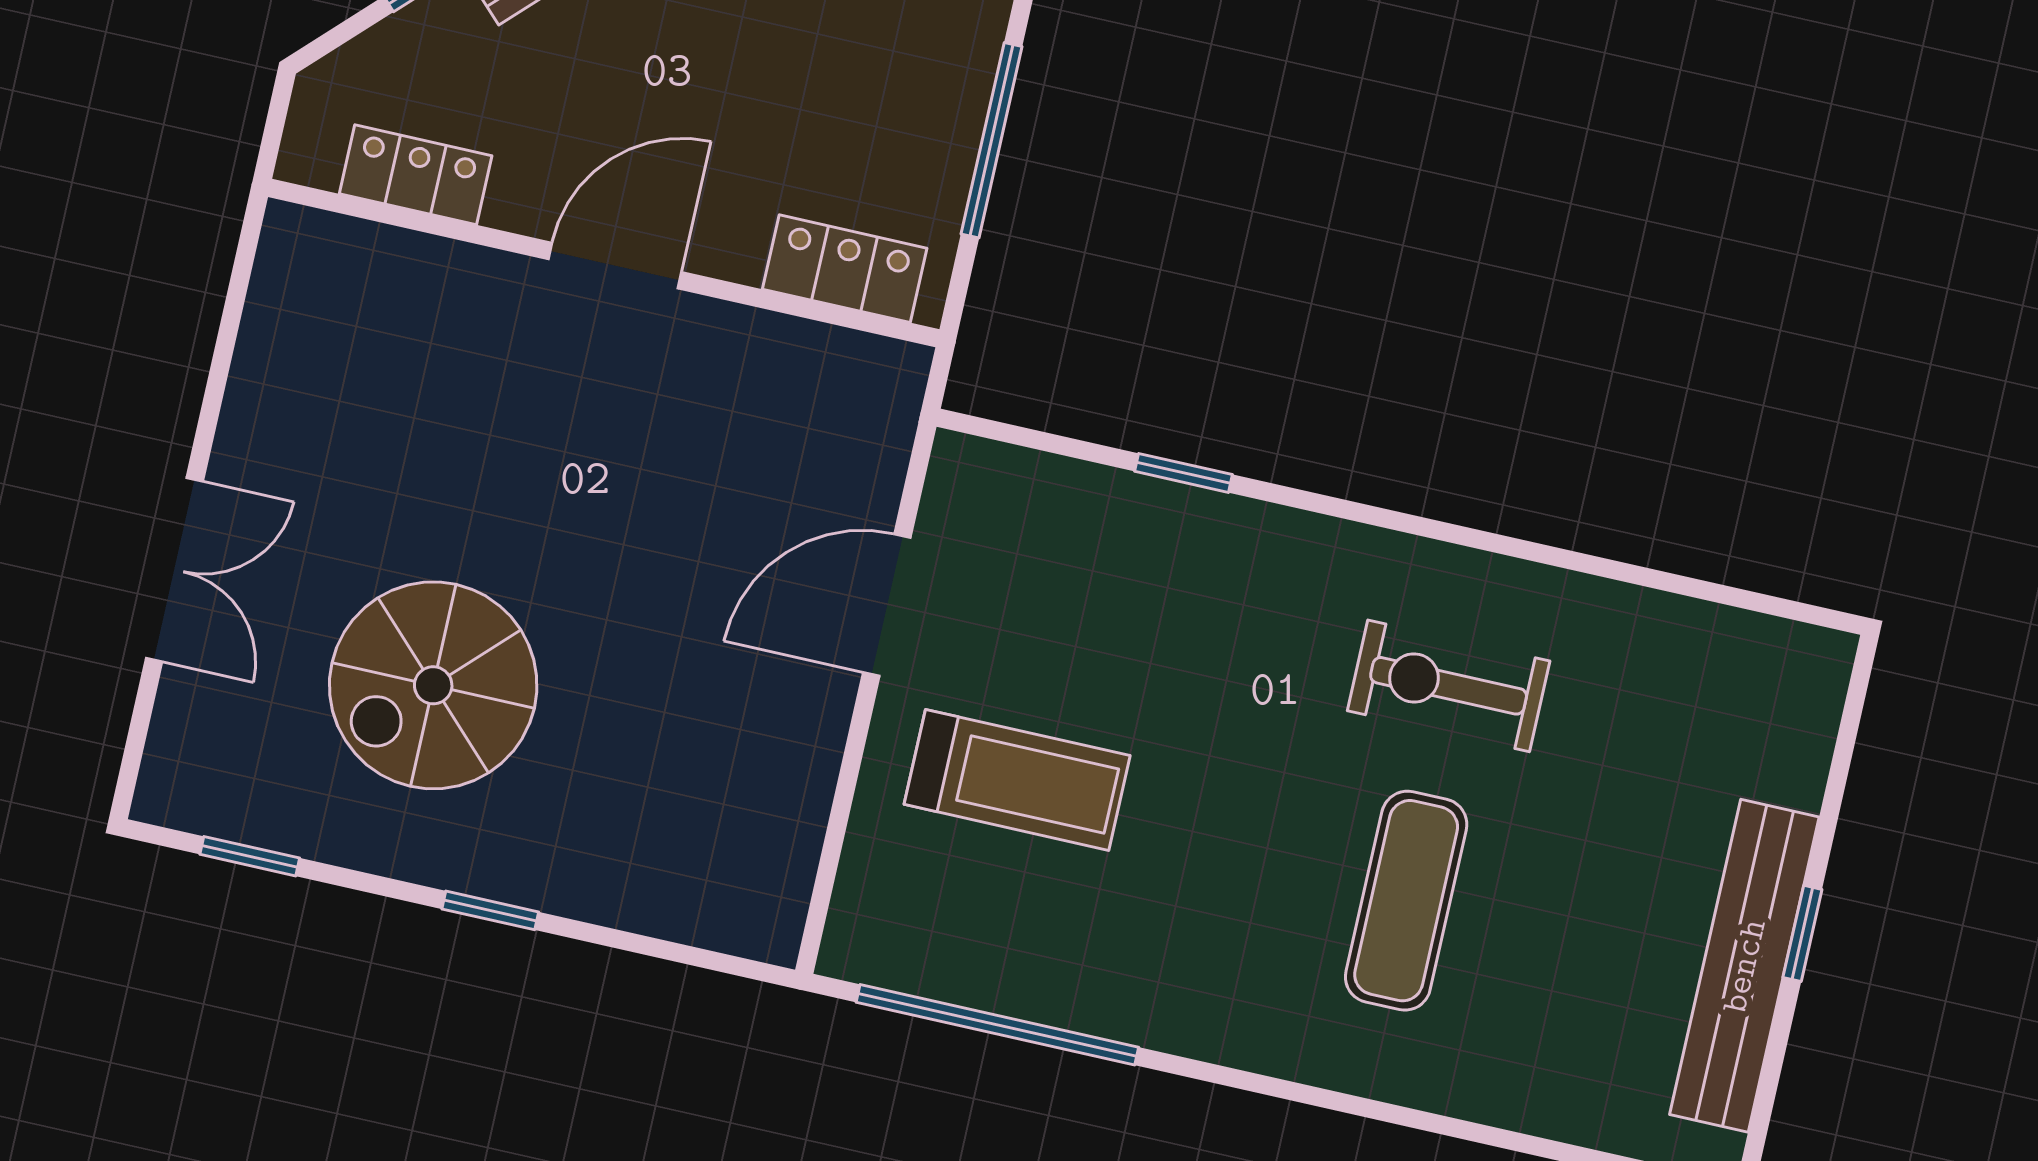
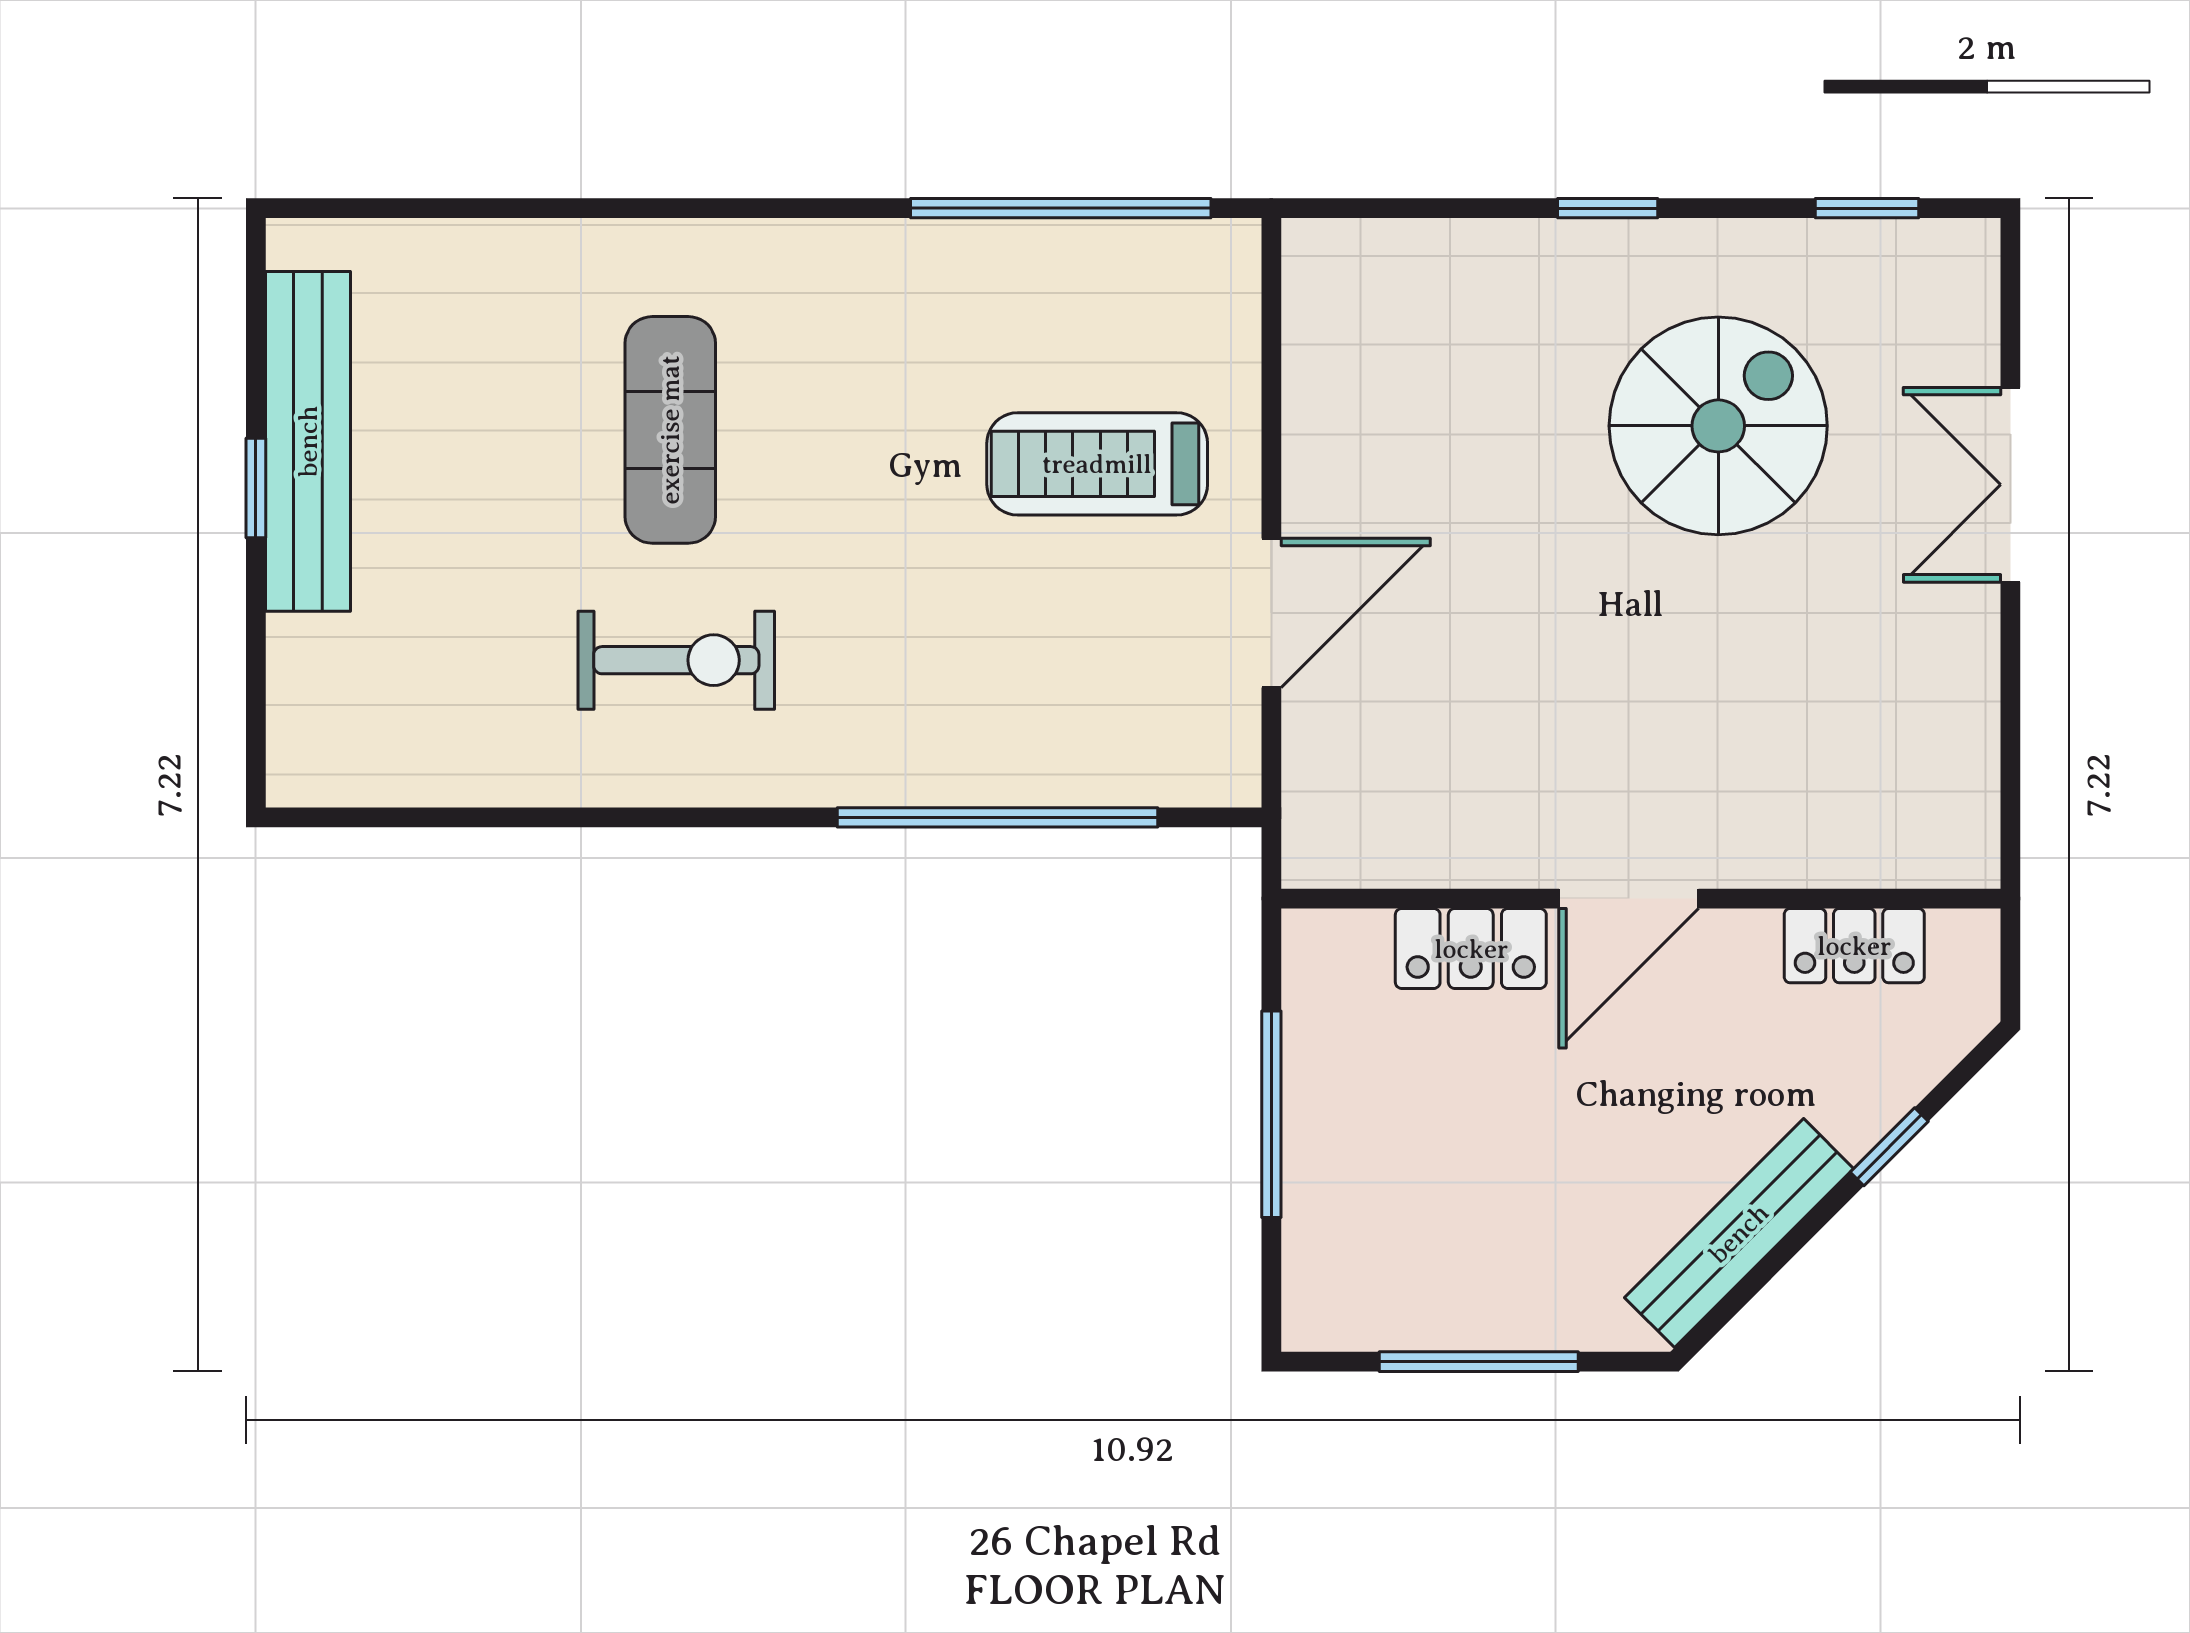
locker: (845, 269) -> (1471, 949), moved
window: (1184, 473) -> (997, 817), width x3.17

